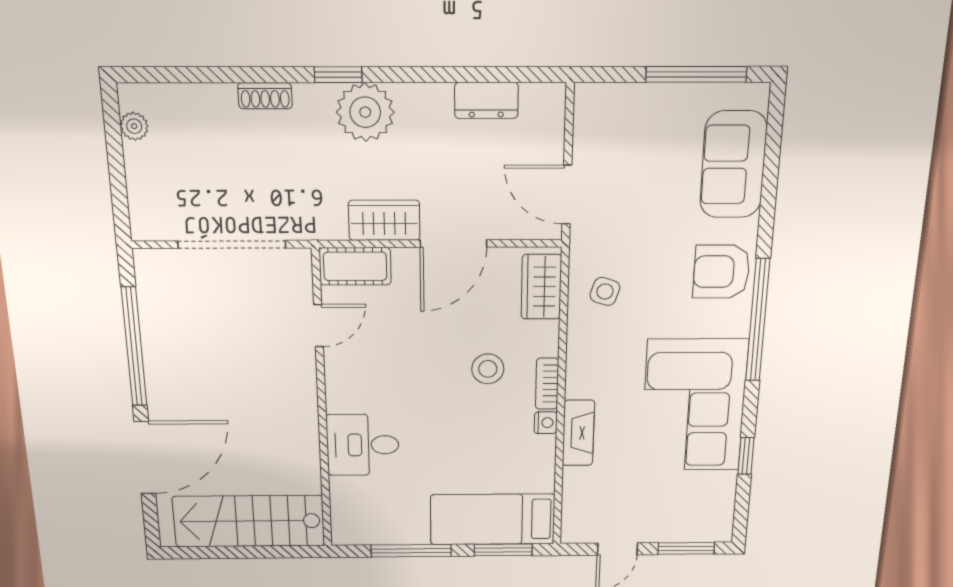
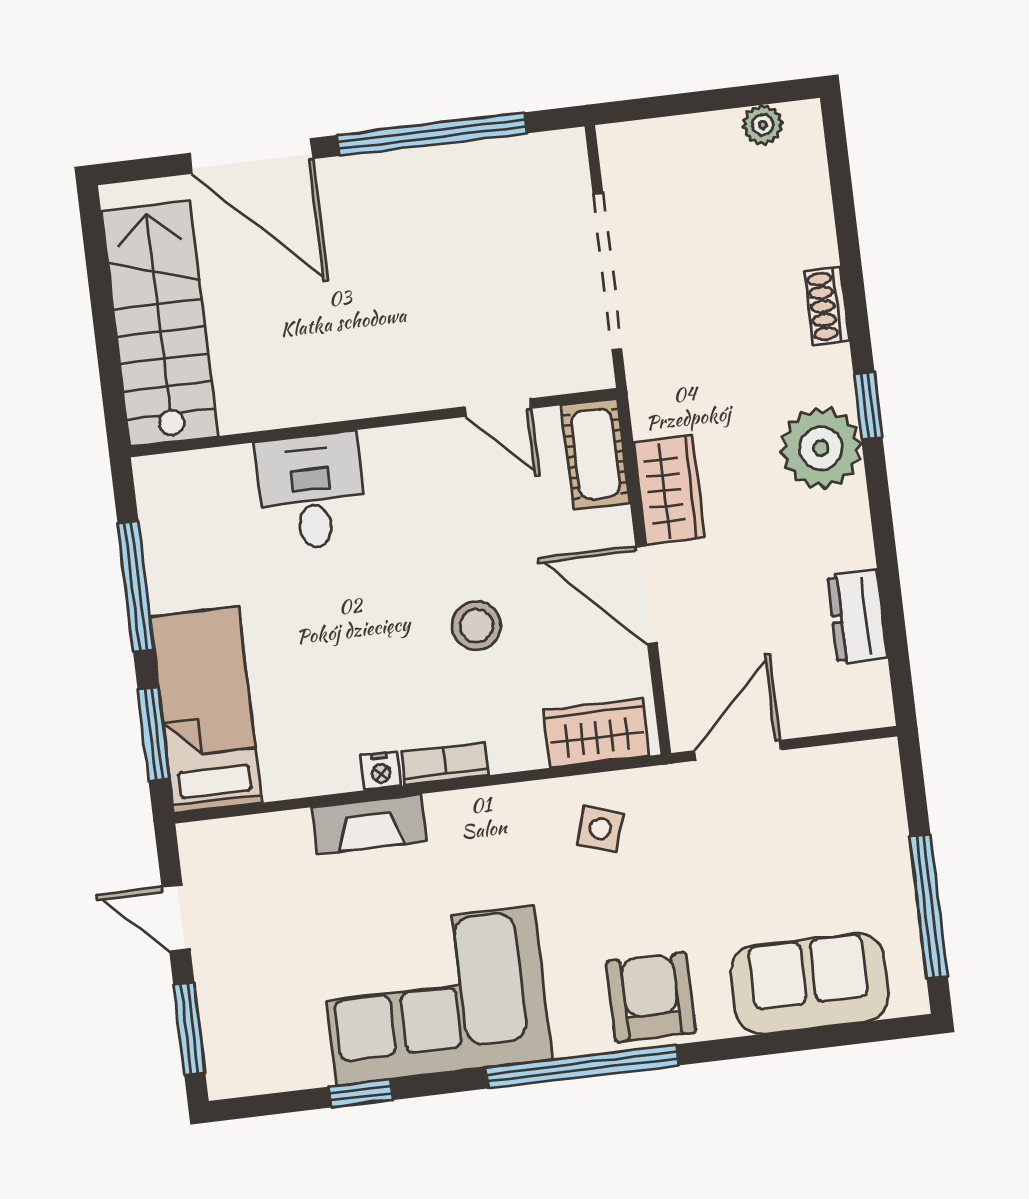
stool: (488, 369) -> (476, 626), moved

